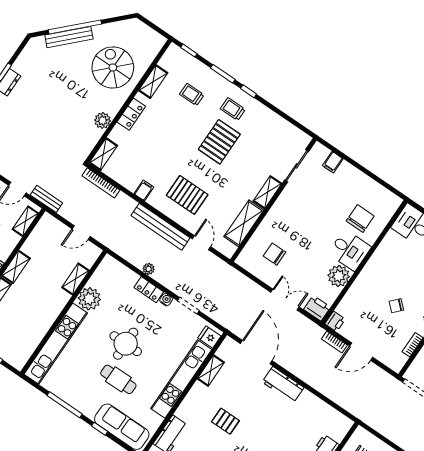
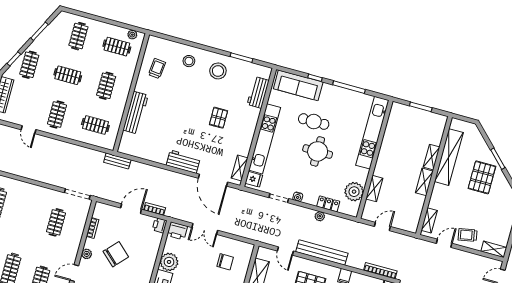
bench: (46, 199) -> (117, 161), moved
locker: (149, 290) -> (328, 204), moved
plant: (89, 299) -> (354, 192), moved
chair: (396, 306) -> (116, 254), width x1.87, depth x1.87
shelving: (211, 371) -> (240, 168), moved
pallet: (225, 421) -> (218, 118), turned 90

